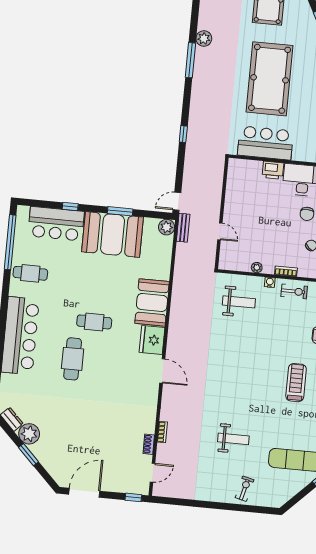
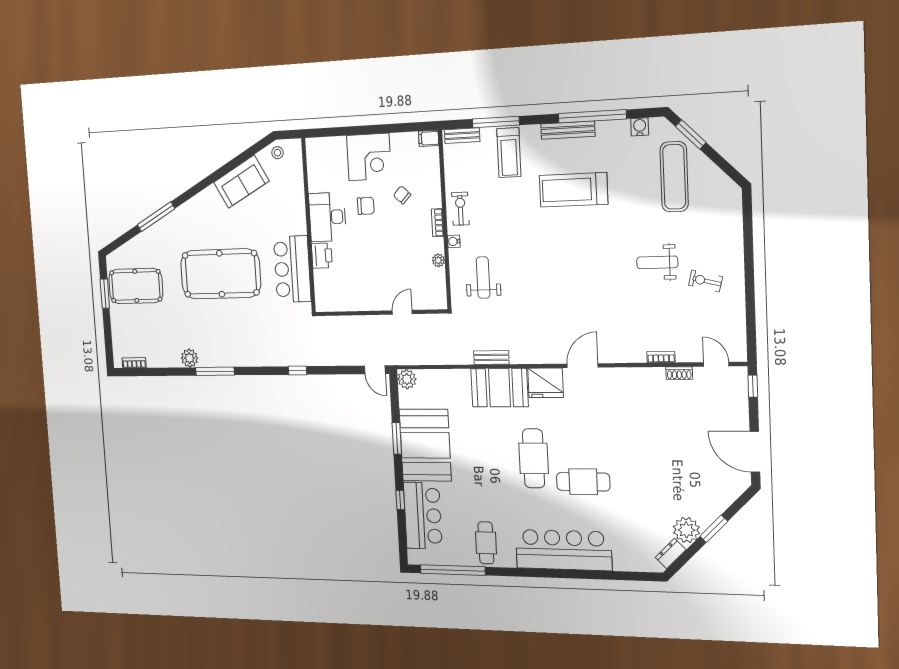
bench: (183, 228) -> (491, 357), moved
cafe table: (94, 322) -> (534, 458), width x1.37, depth x1.35
treadmill: (296, 383) -> (573, 190), width x1.37, depth x1.38
weight bench: (233, 439) -> (657, 262), turned -90
exercise bike: (245, 489) -> (706, 281), moved

